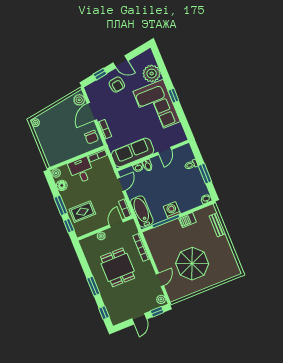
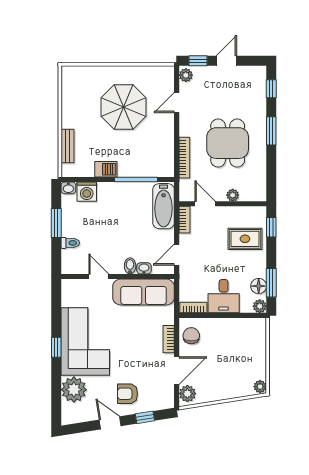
armchair: (117, 85) -> (128, 394), turned -82
door: (165, 151) -> (99, 277), hinge flipped
window: (61, 205) -> (271, 283), moved
washing machine: (172, 210) -> (87, 192), moved
door: (116, 224) -> (205, 204), swing flipped

